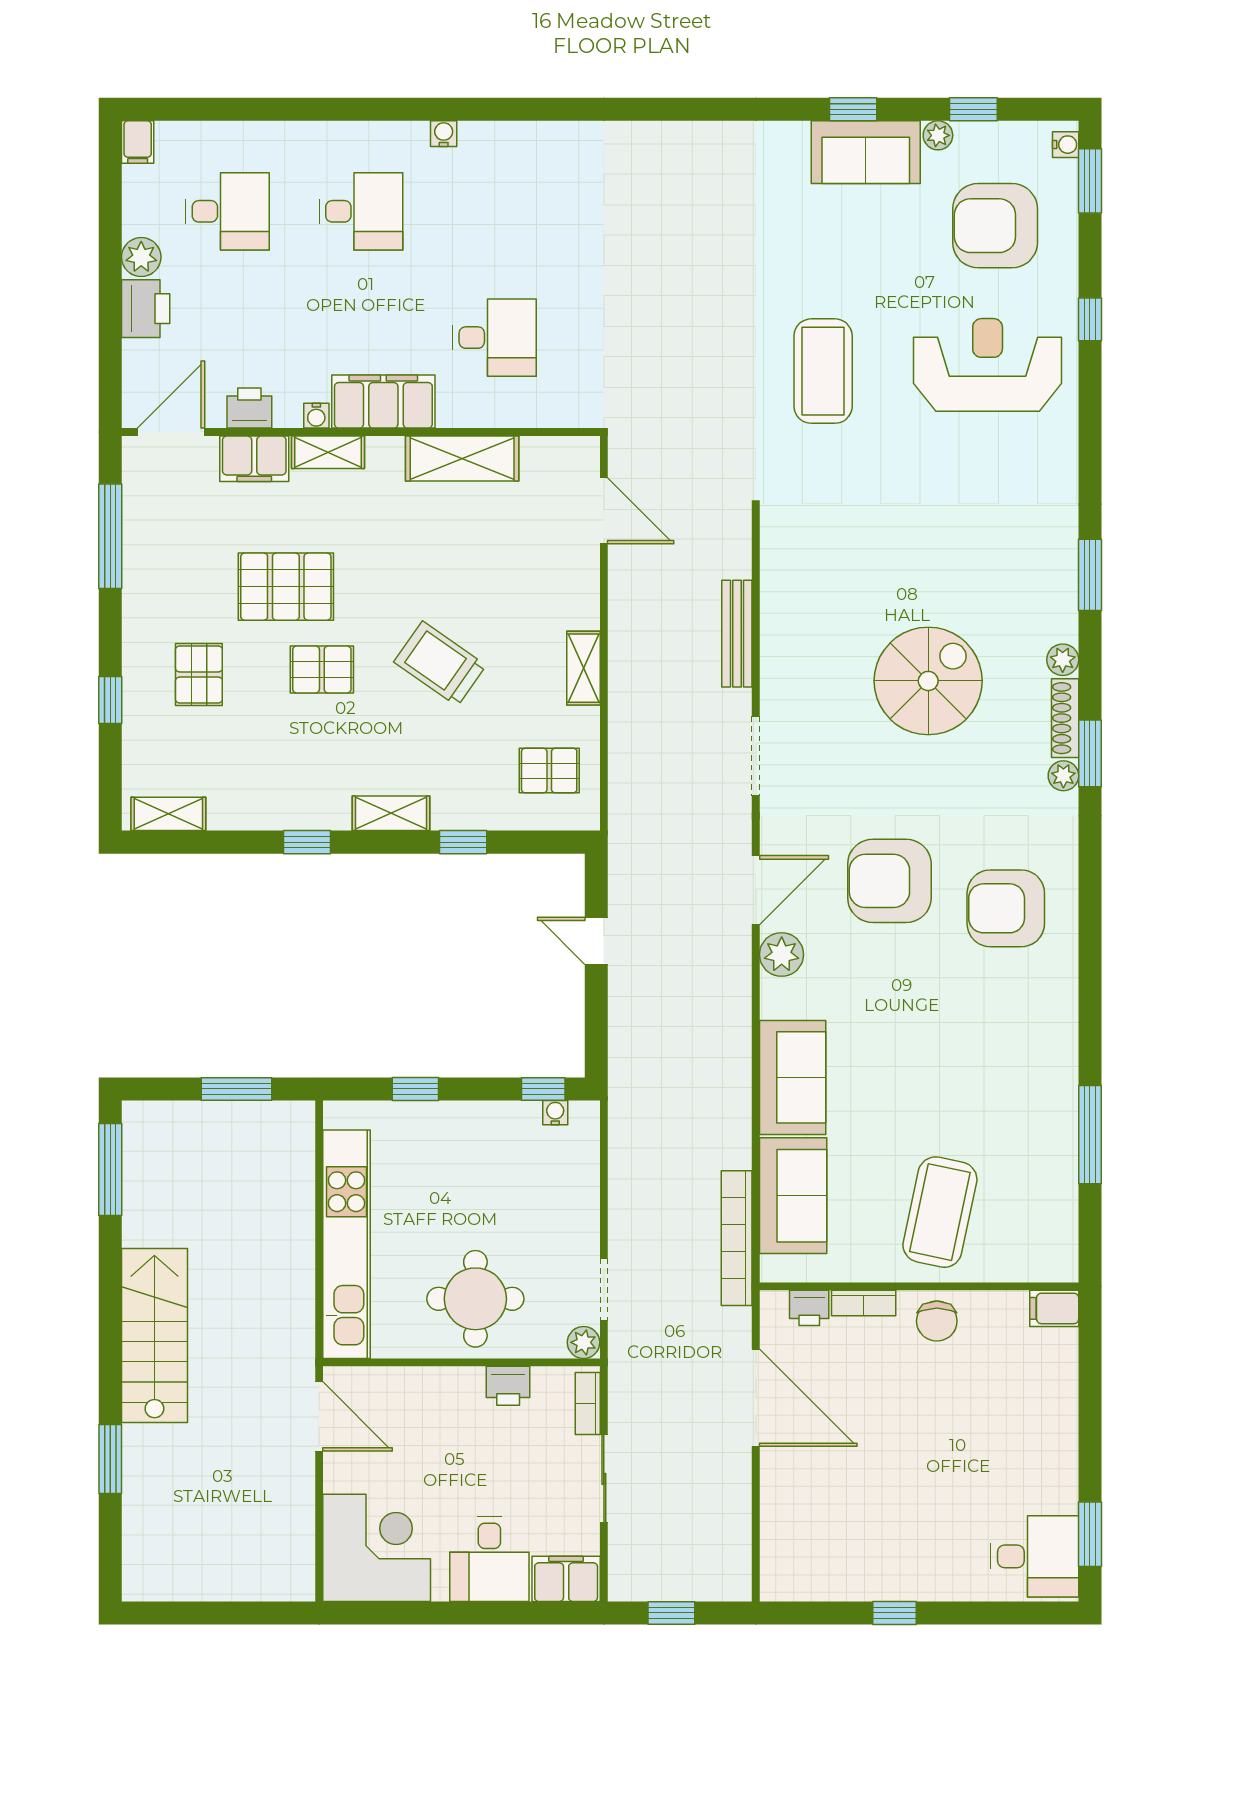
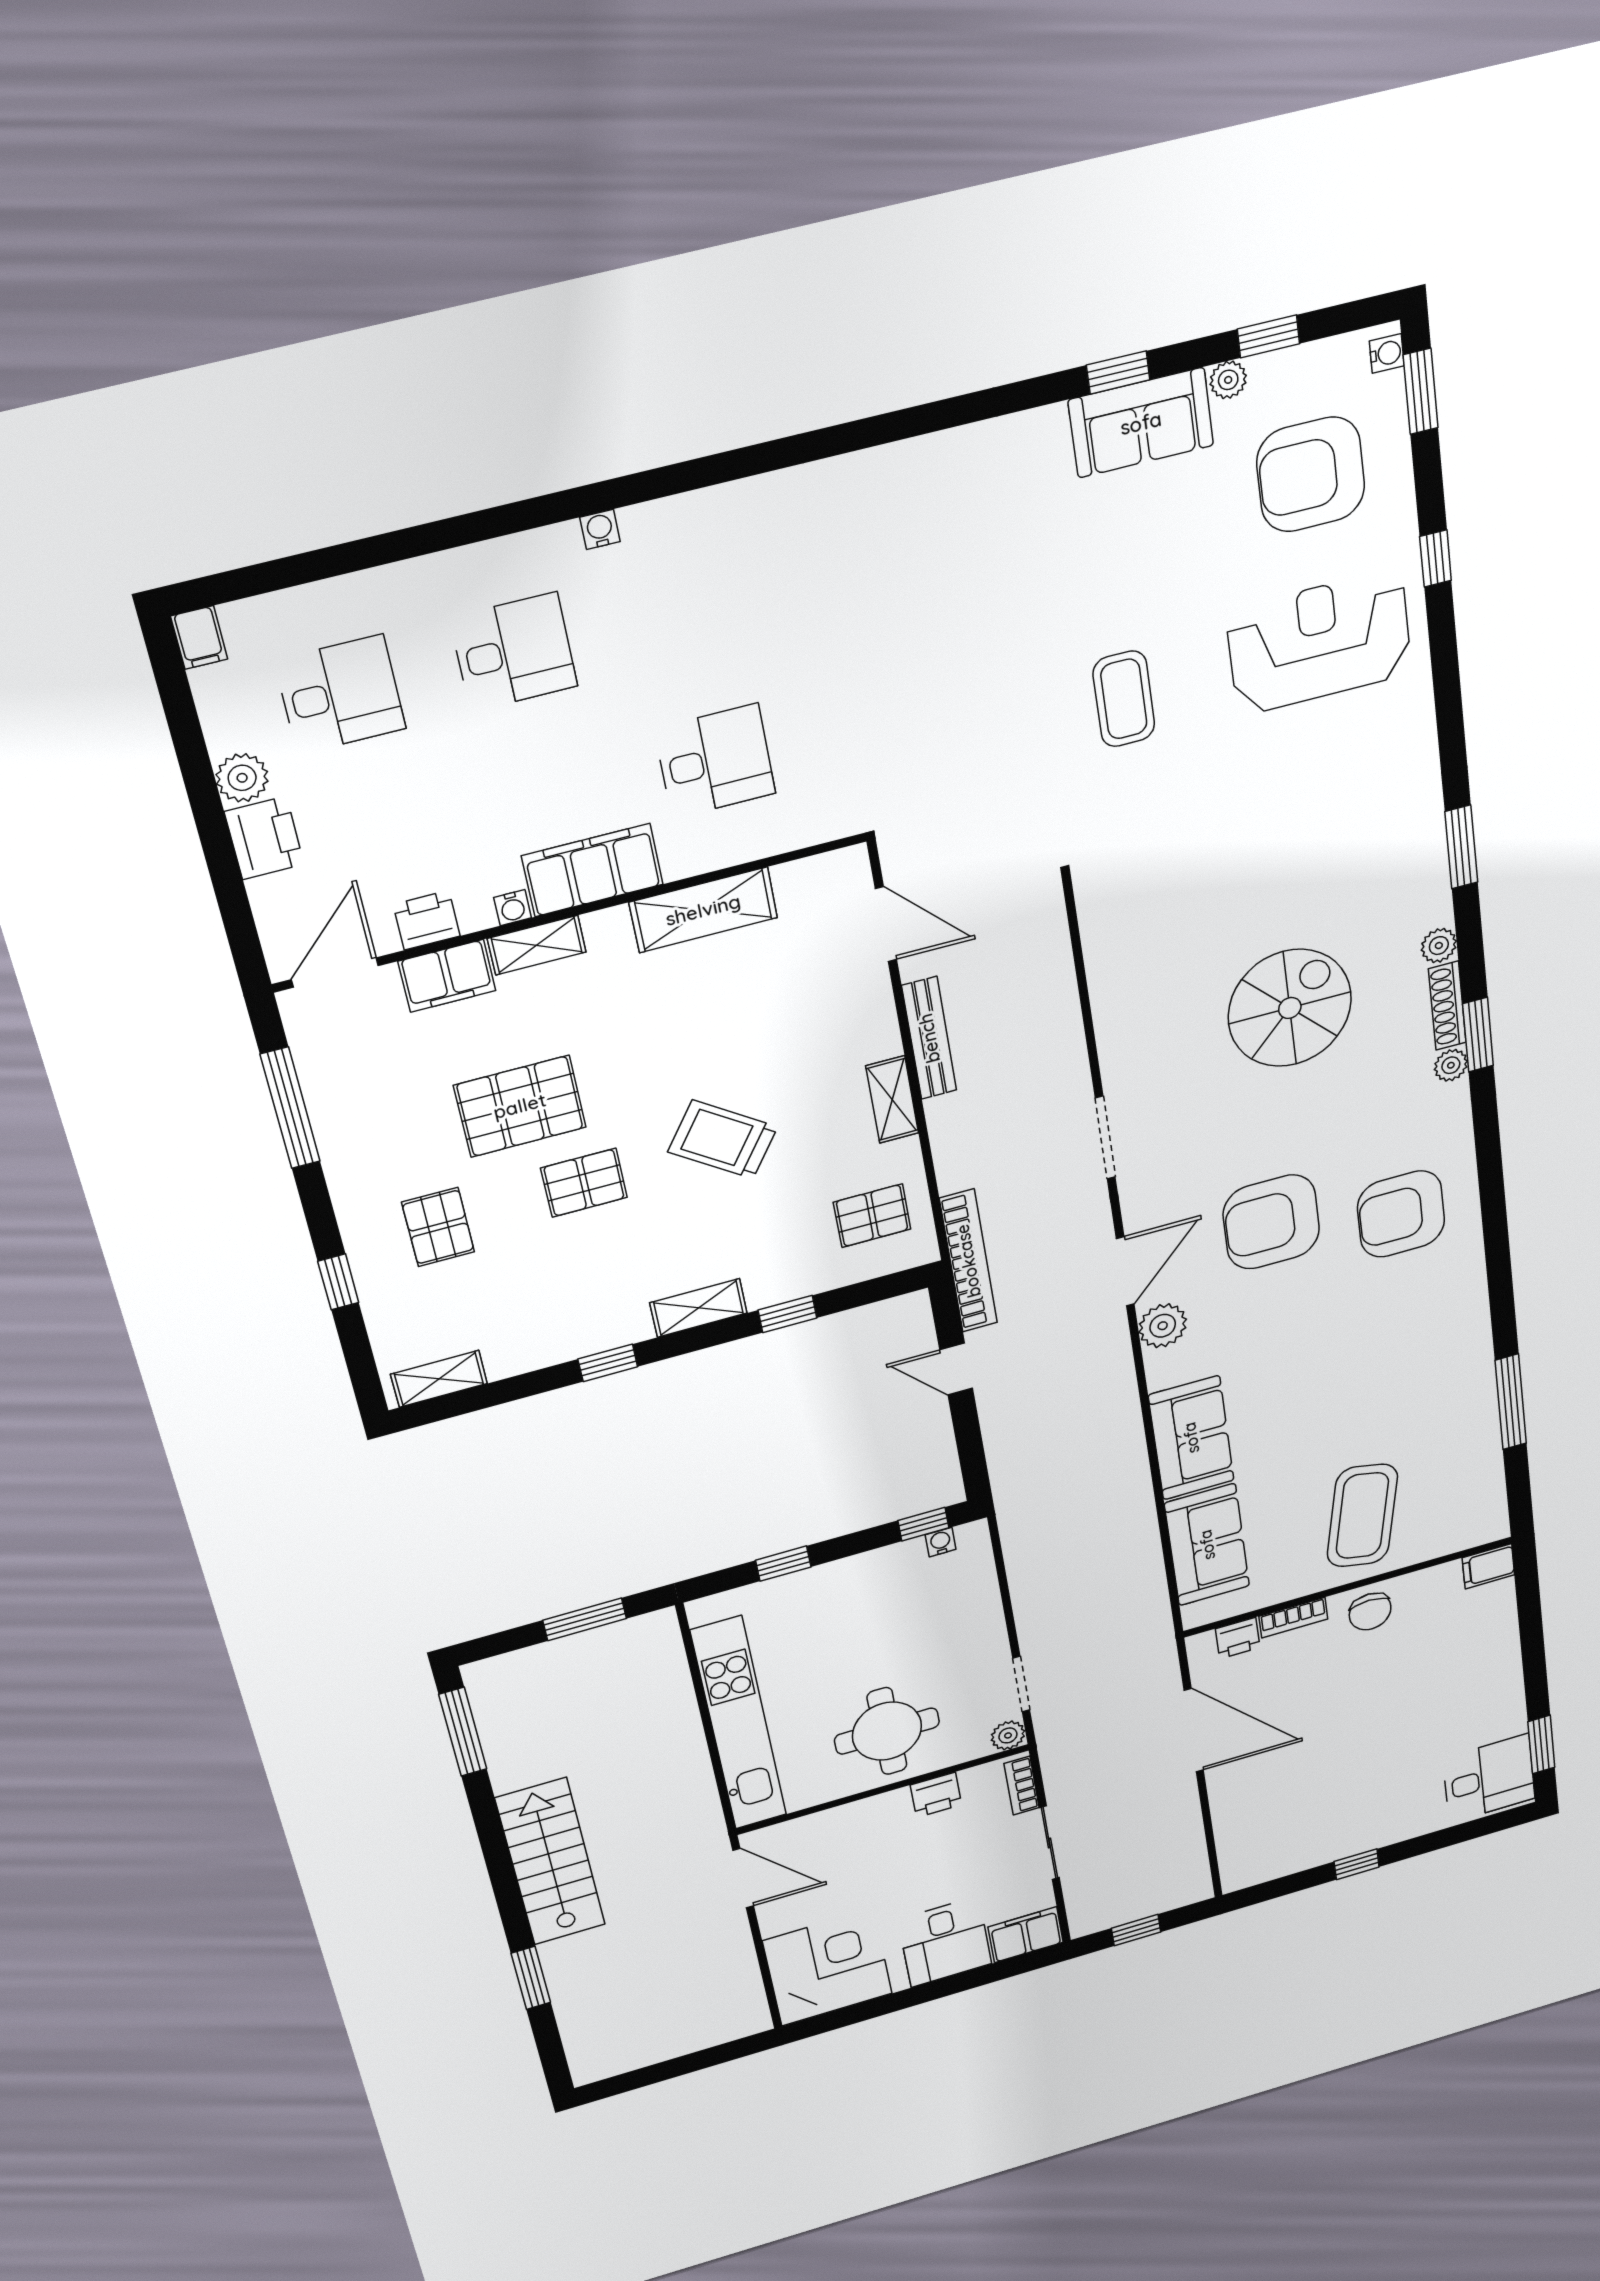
coffee table: (823, 371) -> (1124, 699), width x0.73, depth x0.76
bench: (737, 634) -> (929, 1038), moved
bookcase: (737, 1238) -> (968, 1261), moved, turned 180

